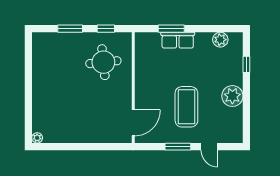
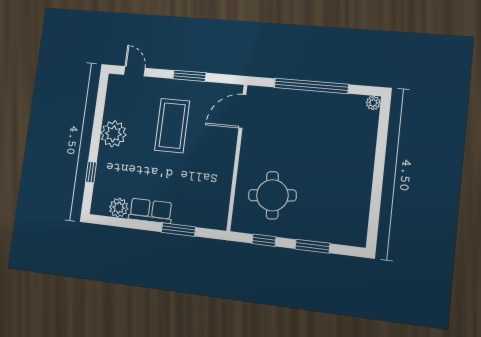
row of seats: (178, 40) -> (151, 211), moved
window: (84, 147) -> (311, 86), added
door: (209, 147) -> (134, 71), moved

